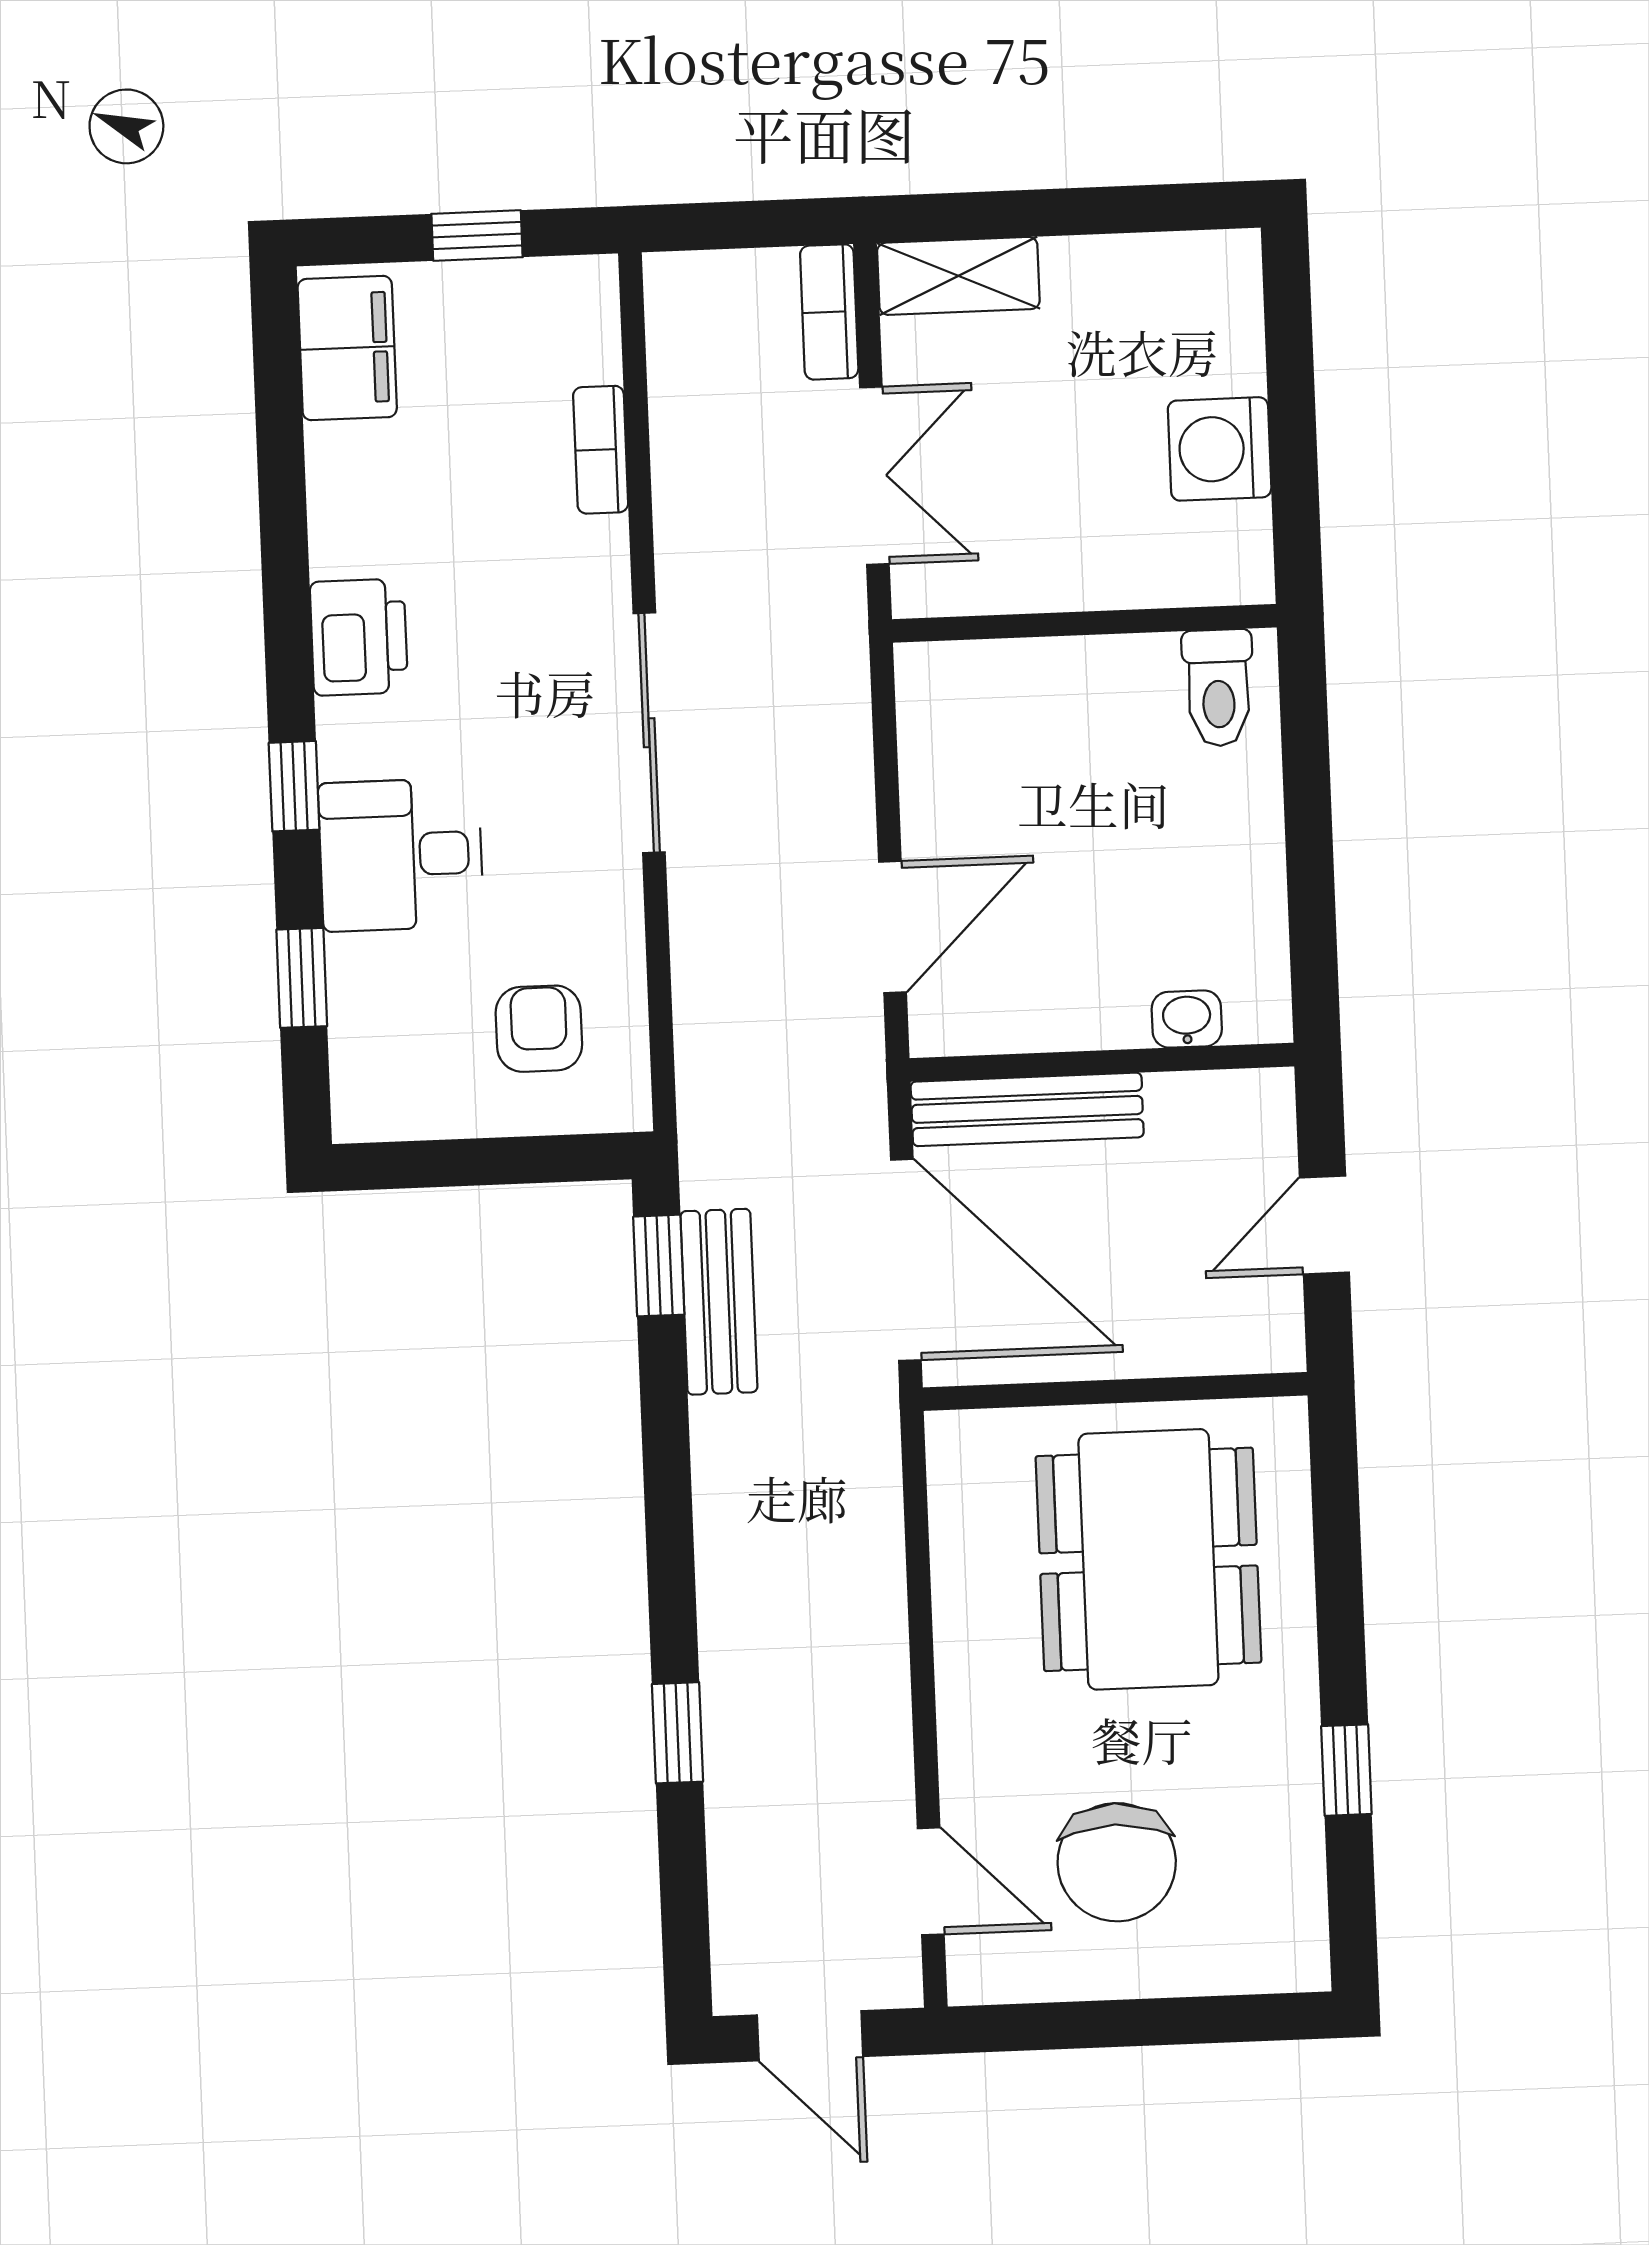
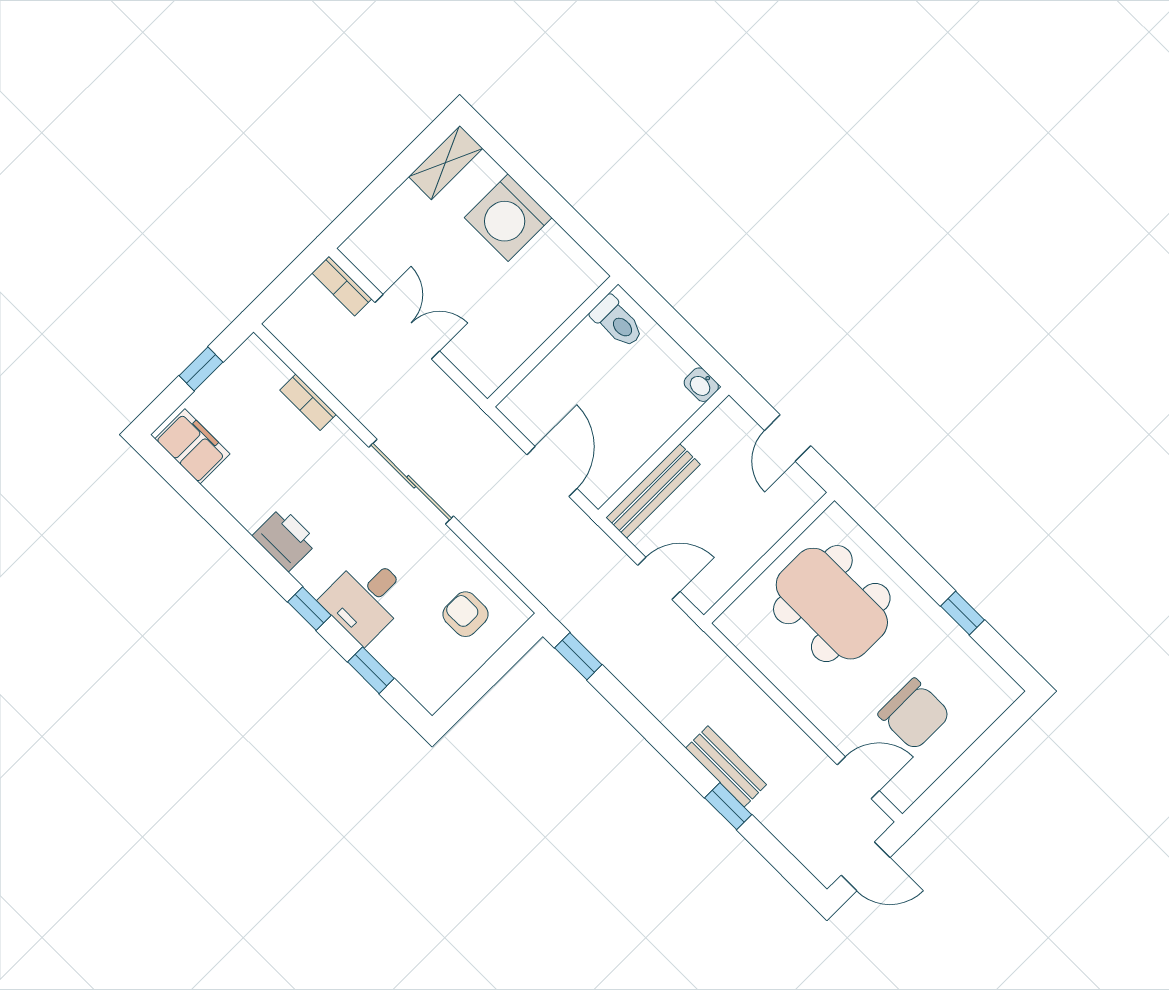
shelving: (958, 276) -> (446, 163), moved
washing machine: (1220, 449) -> (508, 218), width x1.37, depth x1.37
wall: (1084, 623) -> (553, 342), moved
toilet: (1218, 688) -> (617, 322), moved
washbasin: (1187, 1019) -> (701, 385), moved, turned -90
door: (906, 1260) -> (659, 578), width x0.53
bench: (719, 1302) -> (726, 766), moved

